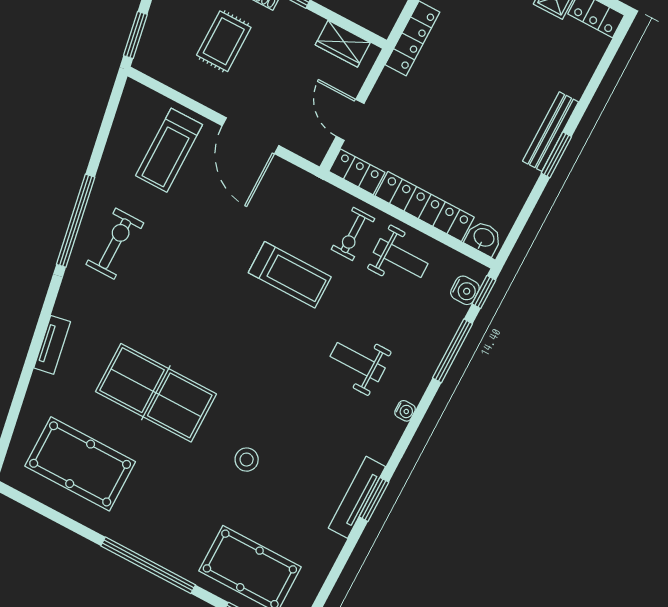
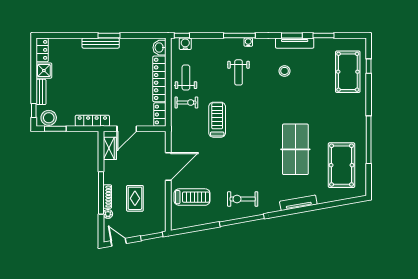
rug: (224, 41) -> (135, 198), turned 90
door: (350, 120) -> (127, 129), moved
tv unit: (52, 345) -> (298, 203), width x1.41
window: (453, 351) -> (239, 36), moved
stool: (247, 460) -> (285, 71), moved
window: (342, 559) -> (323, 36), added
window: (148, 565) -> (369, 140), moved

